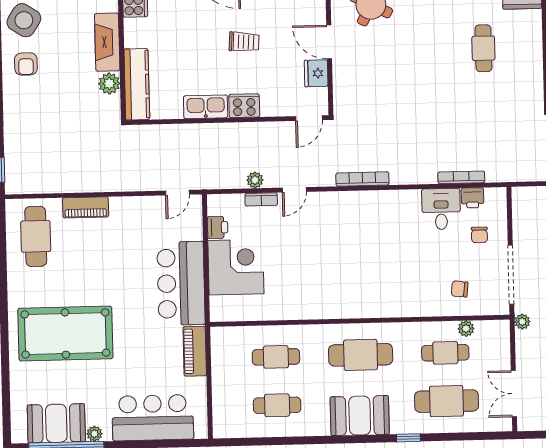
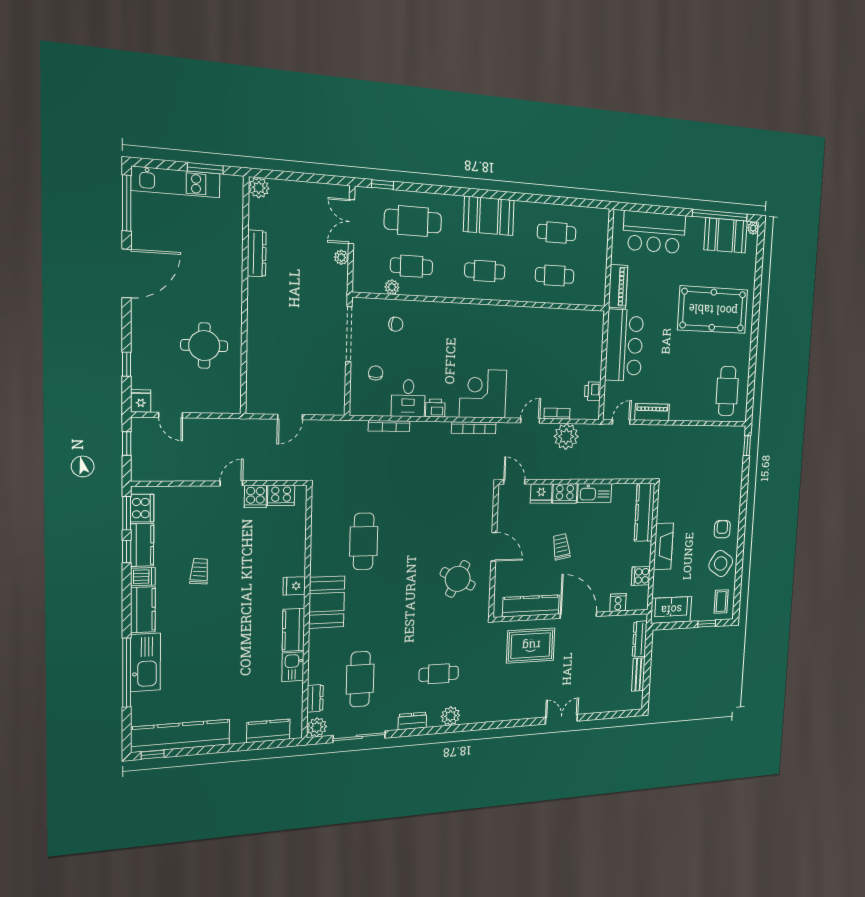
trolley: (244, 42) -> (561, 547), turned 75
cafe table: (483, 48) -> (364, 541), width x1.37, depth x1.35
fridge: (316, 73) -> (541, 493), moved, turned 90
plant: (109, 84) -> (665, 513), removed
door: (309, 118) -> (514, 482), hinge flipped
plant: (255, 180) -> (566, 436), width x1.88, depth x1.88
printer: (473, 198) -> (435, 408), moved
piano: (86, 207) -> (652, 412), moved
corner desk: (236, 267) -> (483, 394), moved, turned 90
plant: (522, 322) -> (341, 257), moved
cafe table: (361, 355) -> (485, 271), width x0.73, depth x0.74
double door: (514, 394) -> (352, 222), swing flipped
plant: (94, 434) -> (753, 228), moved
window: (408, 438) -> (383, 185), moved

